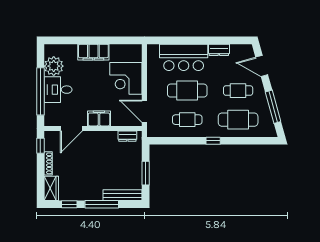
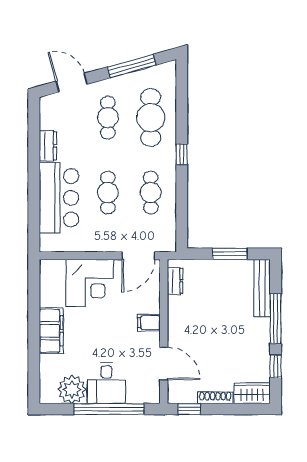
door: (262, 66) -> (72, 83), swing flipped
cafe table: (187, 91) -> (108, 193), width x0.73, depth x0.74
filing cabinet: (99, 118) -> (149, 323), width x0.50

